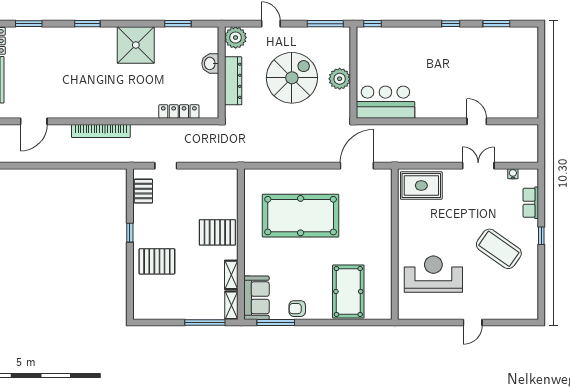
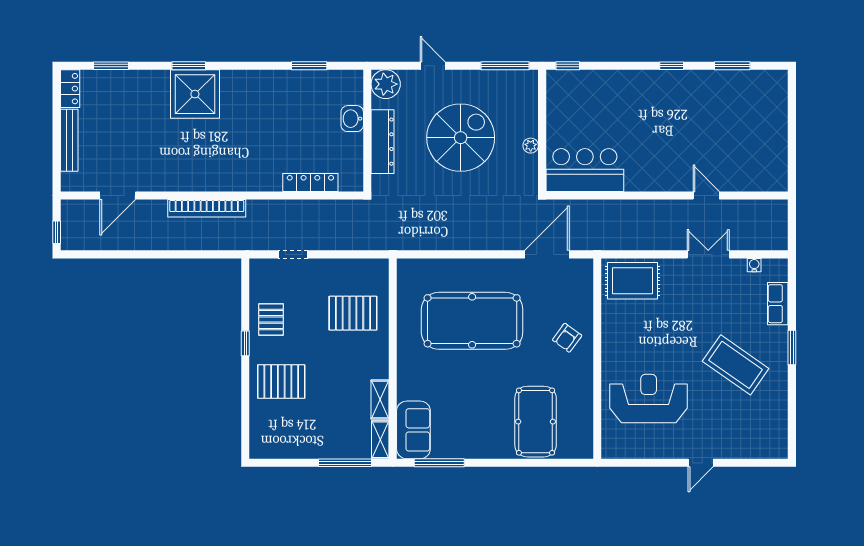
shower: (136, 45) -> (195, 94), moved
plant: (340, 79) -> (531, 146), width x0.53, depth x0.53
pallet: (143, 191) -> (271, 319), moved
pallet: (217, 232) -> (353, 313), moved
window: (541, 236) -> (792, 348), width x1.50
armchair: (297, 309) -> (567, 338), moved, turned -54

